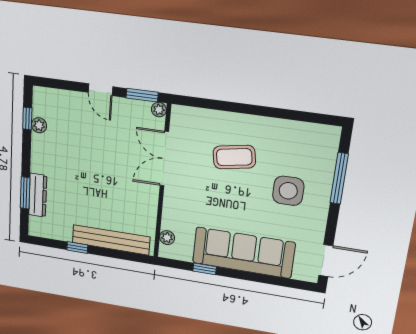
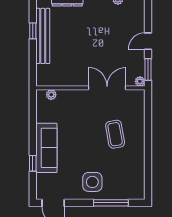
side table: (288, 191) -> (92, 182), moved
bench: (111, 240) -> (43, 36), moved
sofa: (243, 253) -> (46, 148), width x0.74, depth x0.79
window: (205, 269) -> (33, 163), moved

